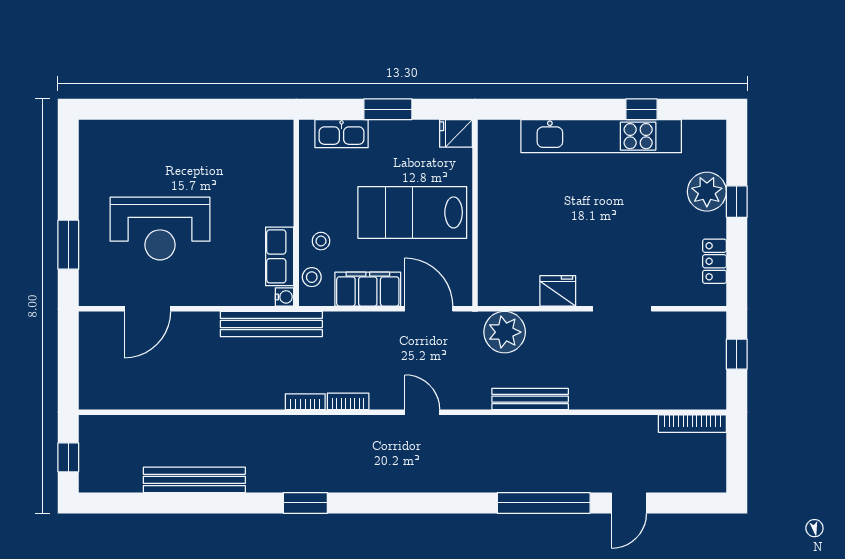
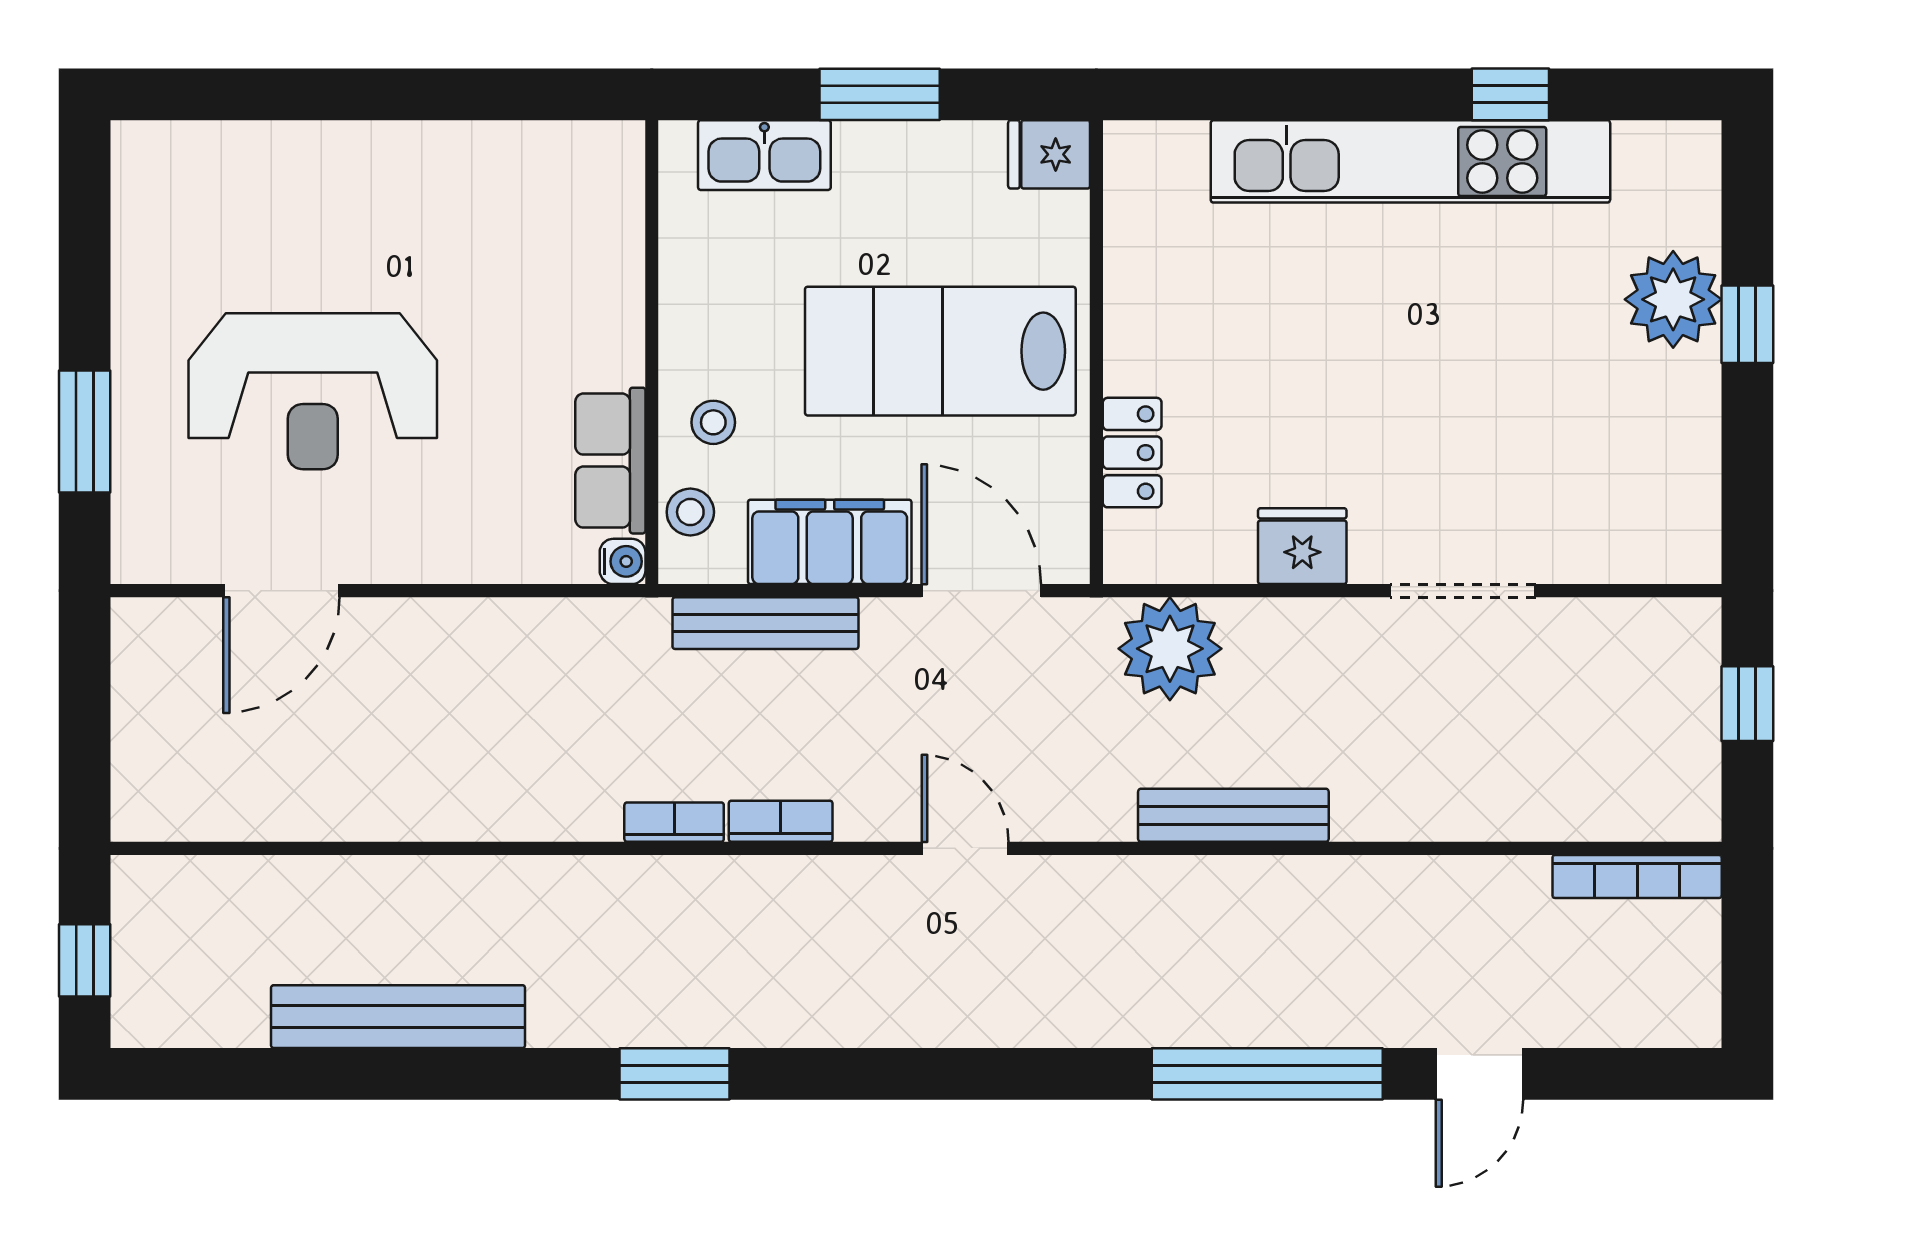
locker: (715, 261) -> (1132, 453), moved, turned 180
bench: (271, 324) -> (765, 623), moved, width x0.73, depth x0.82

